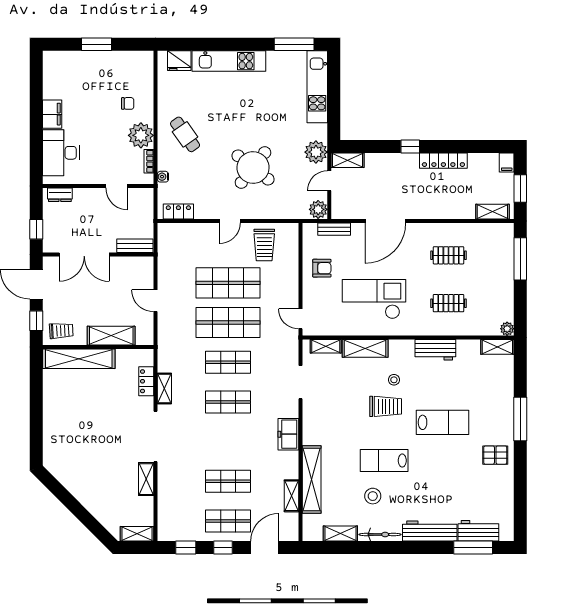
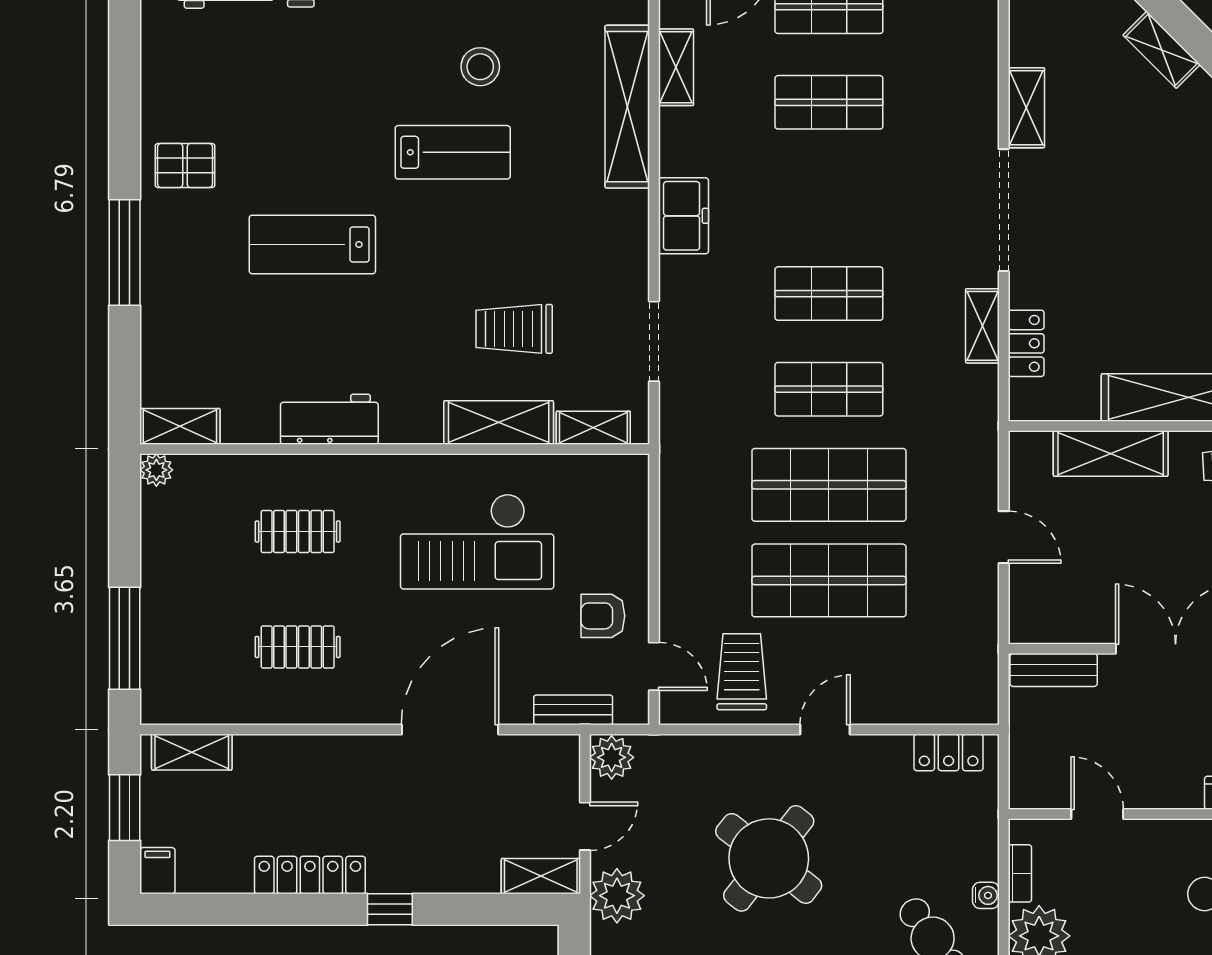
water cooler: (163, 177) -> (986, 895), moved
door: (301, 319) -> (654, 666), moved
stool: (394, 380) -> (429, 347), removed
trolley: (386, 406) -> (514, 329), moved
shelving: (90, 503) -> (1162, 50), added

